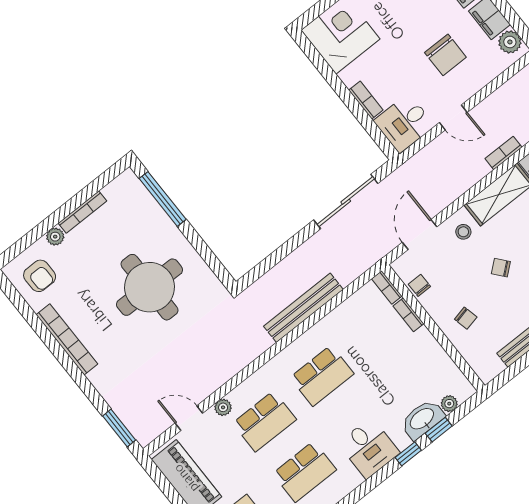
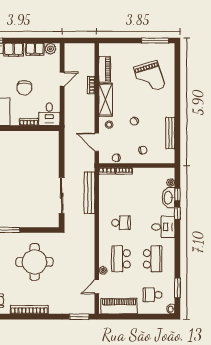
chair: (445, 55) -> (24, 88), moved, turned 90
door: (453, 117) -> (62, 79), moved
sliding door: (346, 202) -> (62, 196), moved
bench: (303, 308) -> (89, 193), moved
school desk: (322, 376) -> (121, 223), width x0.54
school desk: (264, 421) -> (121, 259), turned 180

